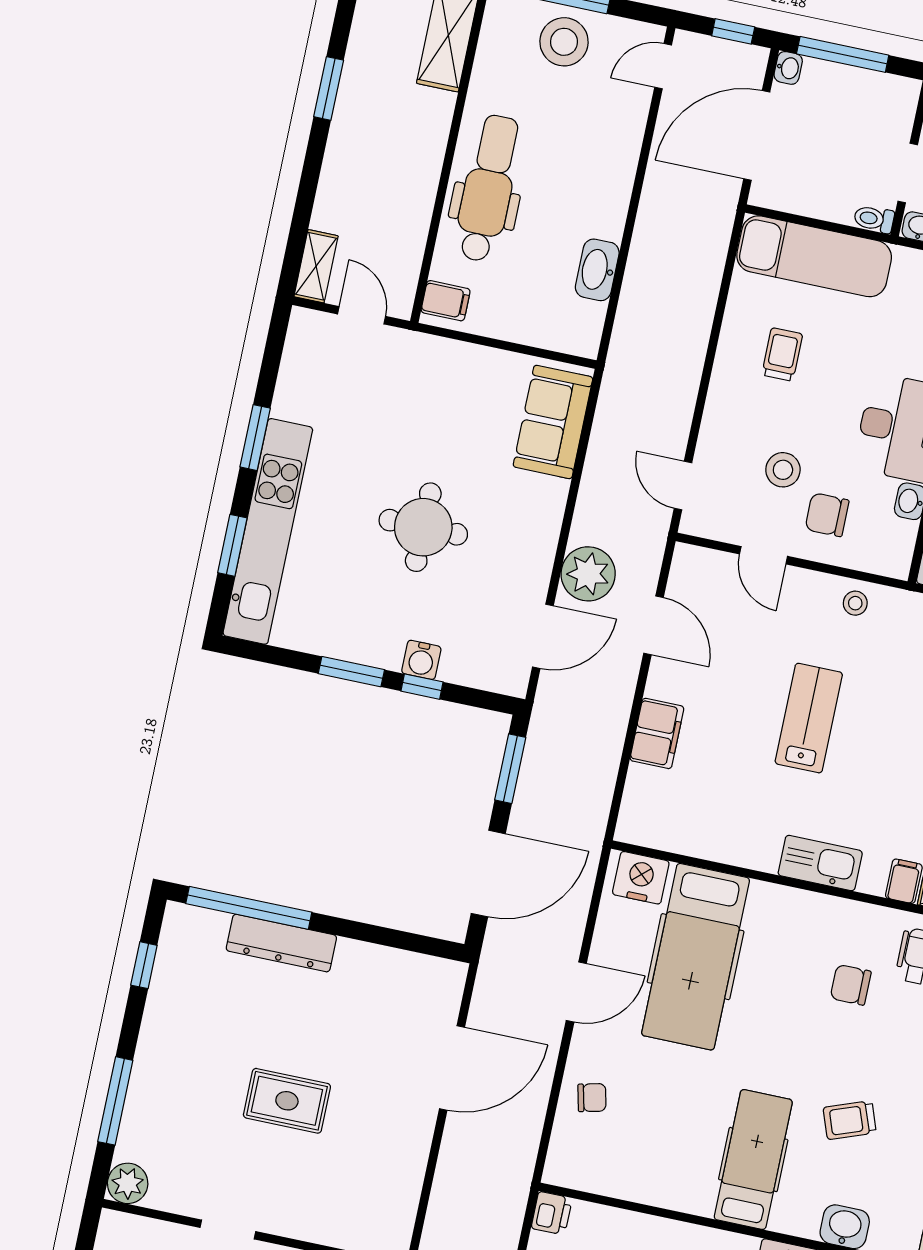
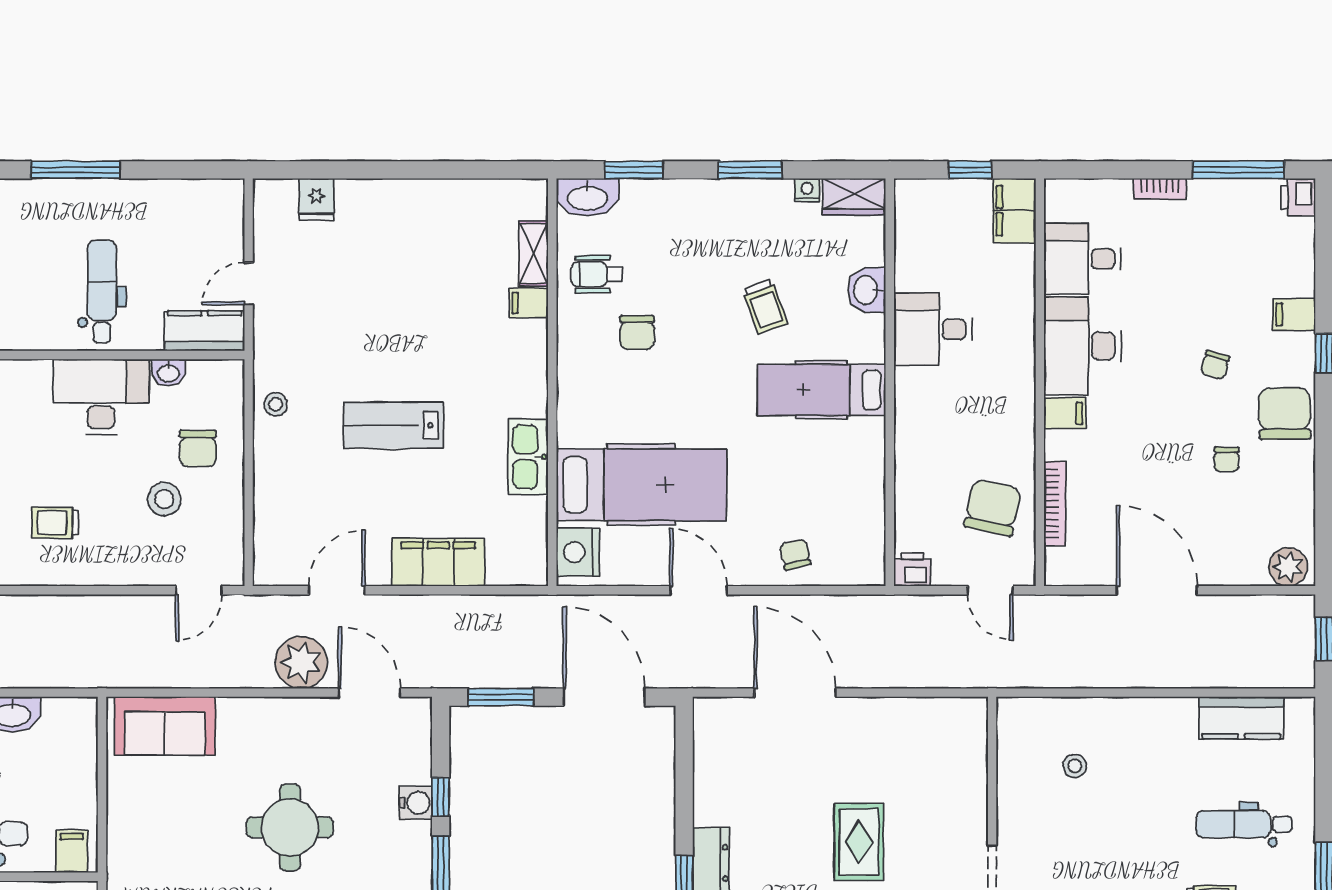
door: (763, 555) -> (249, 500), removed
filing cabinet: (657, 733) -> (438, 562), width x1.50, depth x1.17
kitchen sink: (820, 863) -> (528, 457), moved

